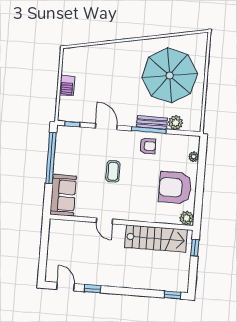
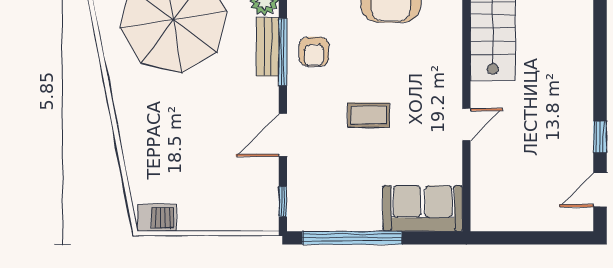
barbecue: (67, 86) -> (157, 218), moved
armchair: (148, 146) -> (314, 52), turned 180

